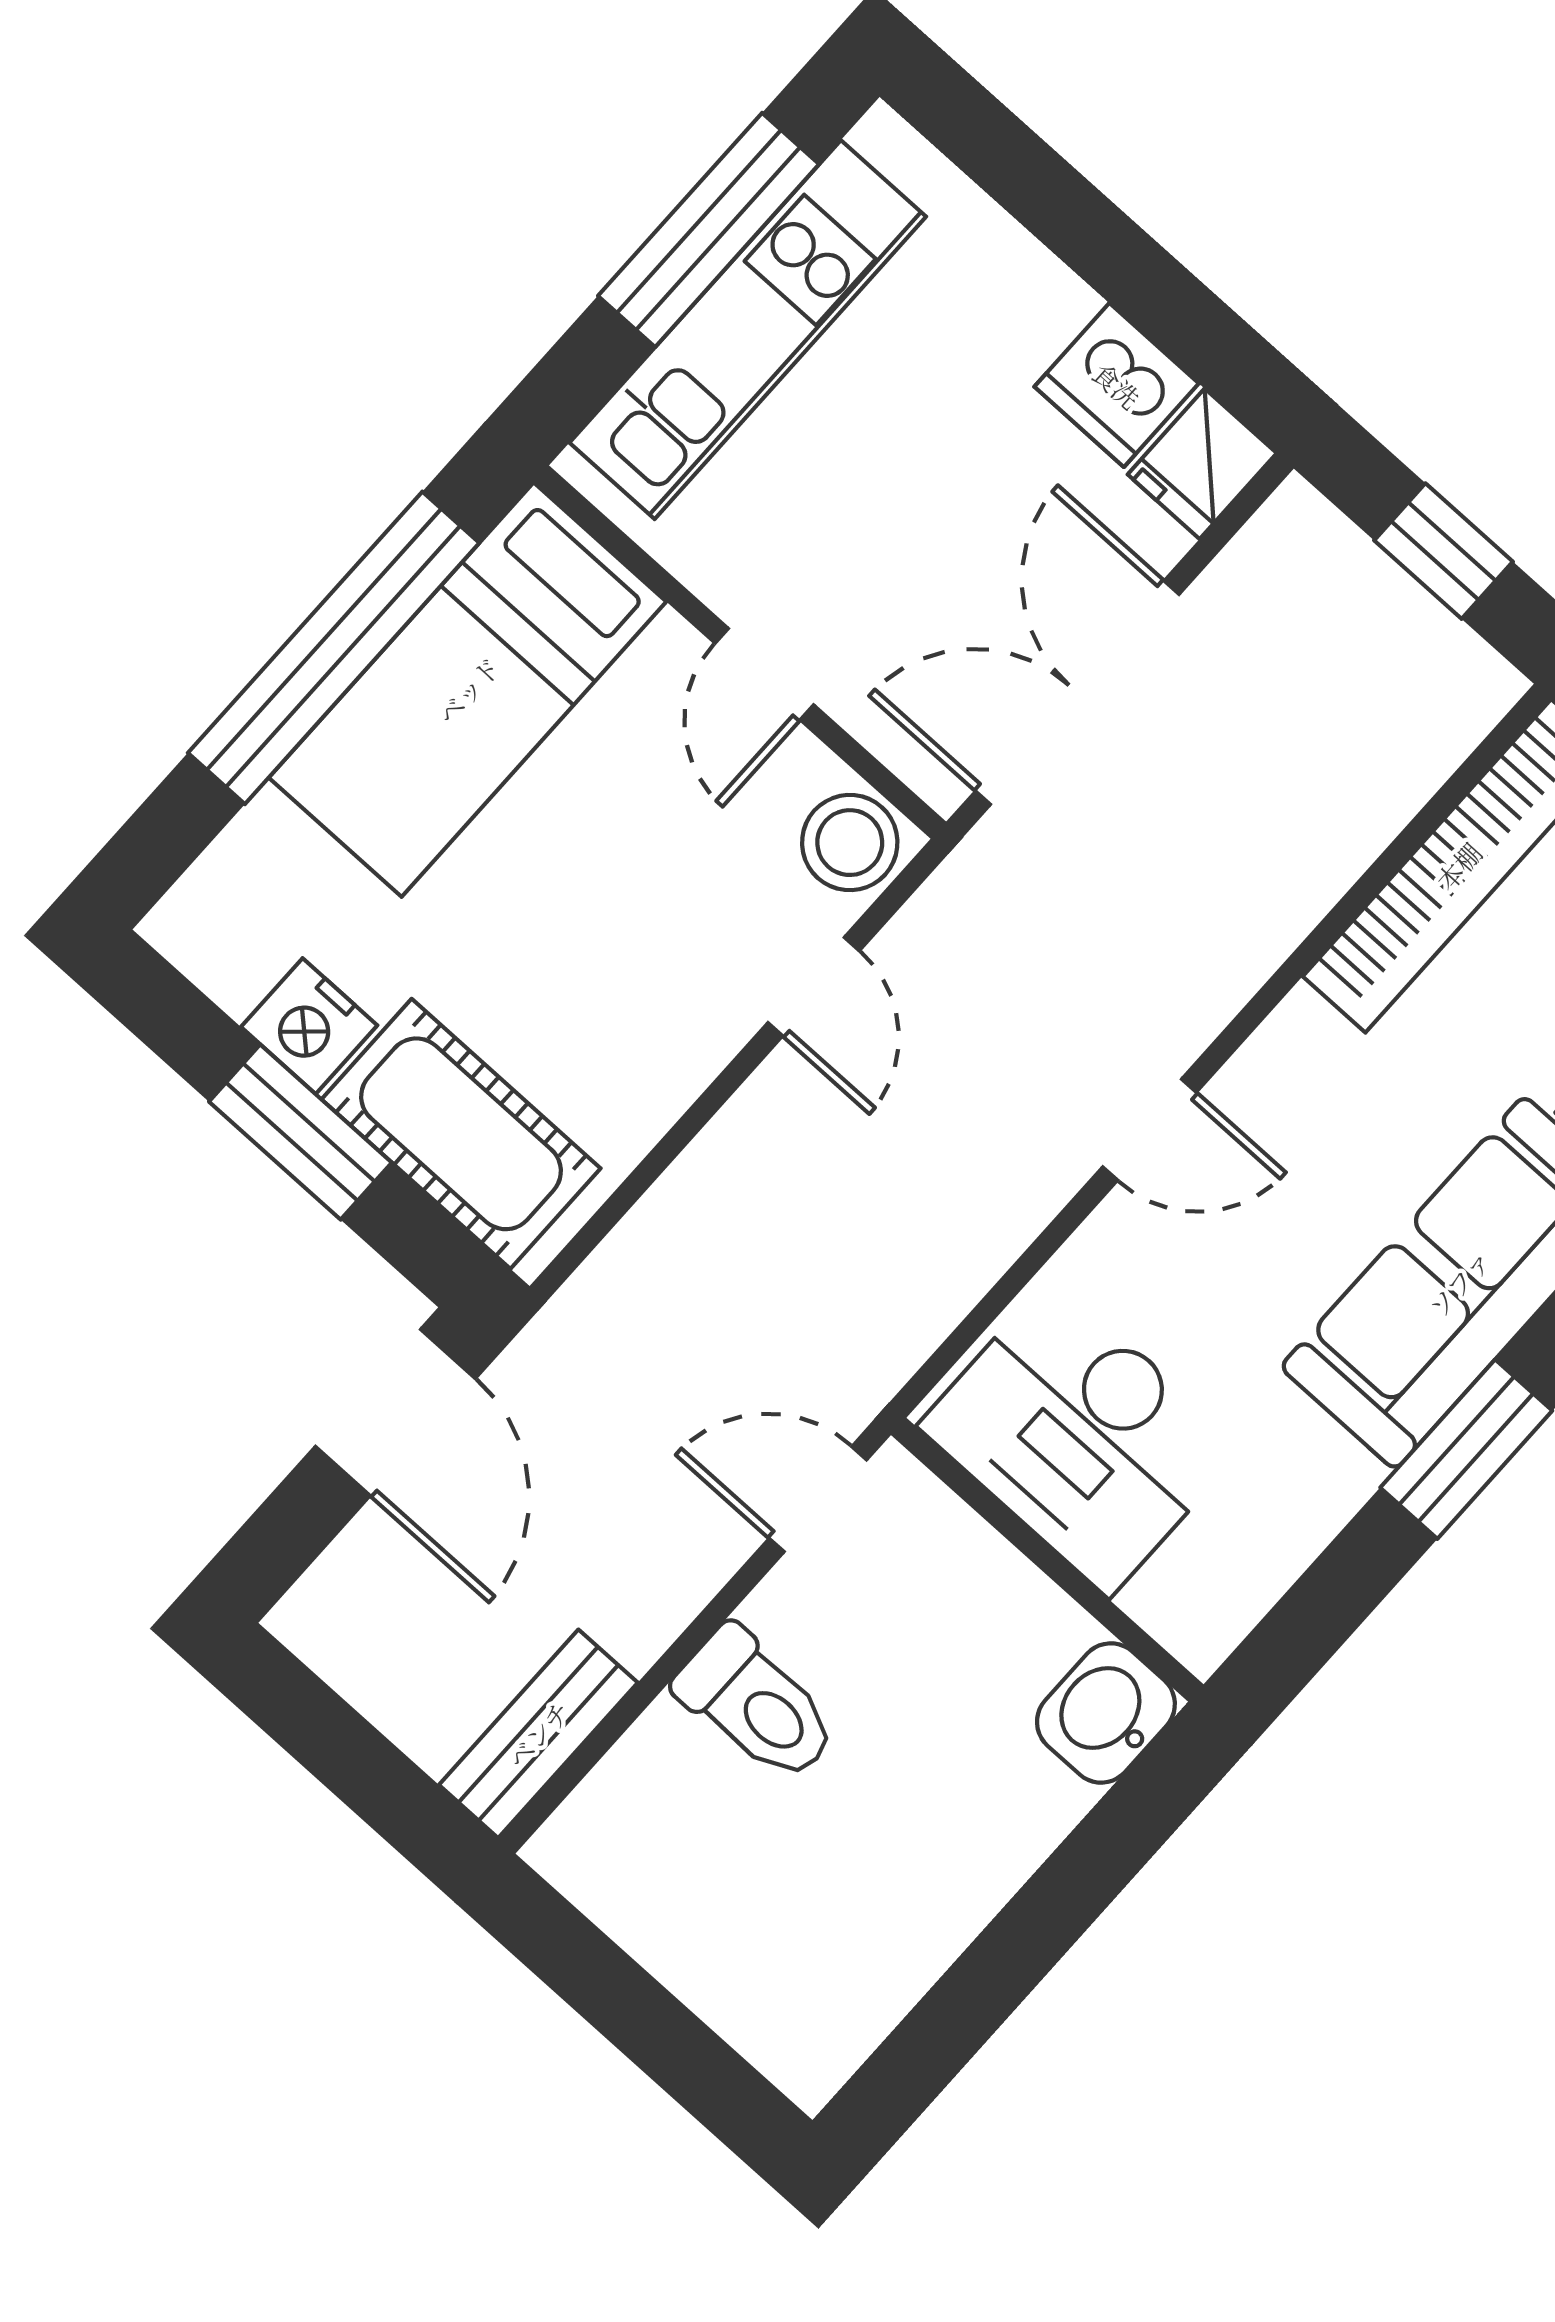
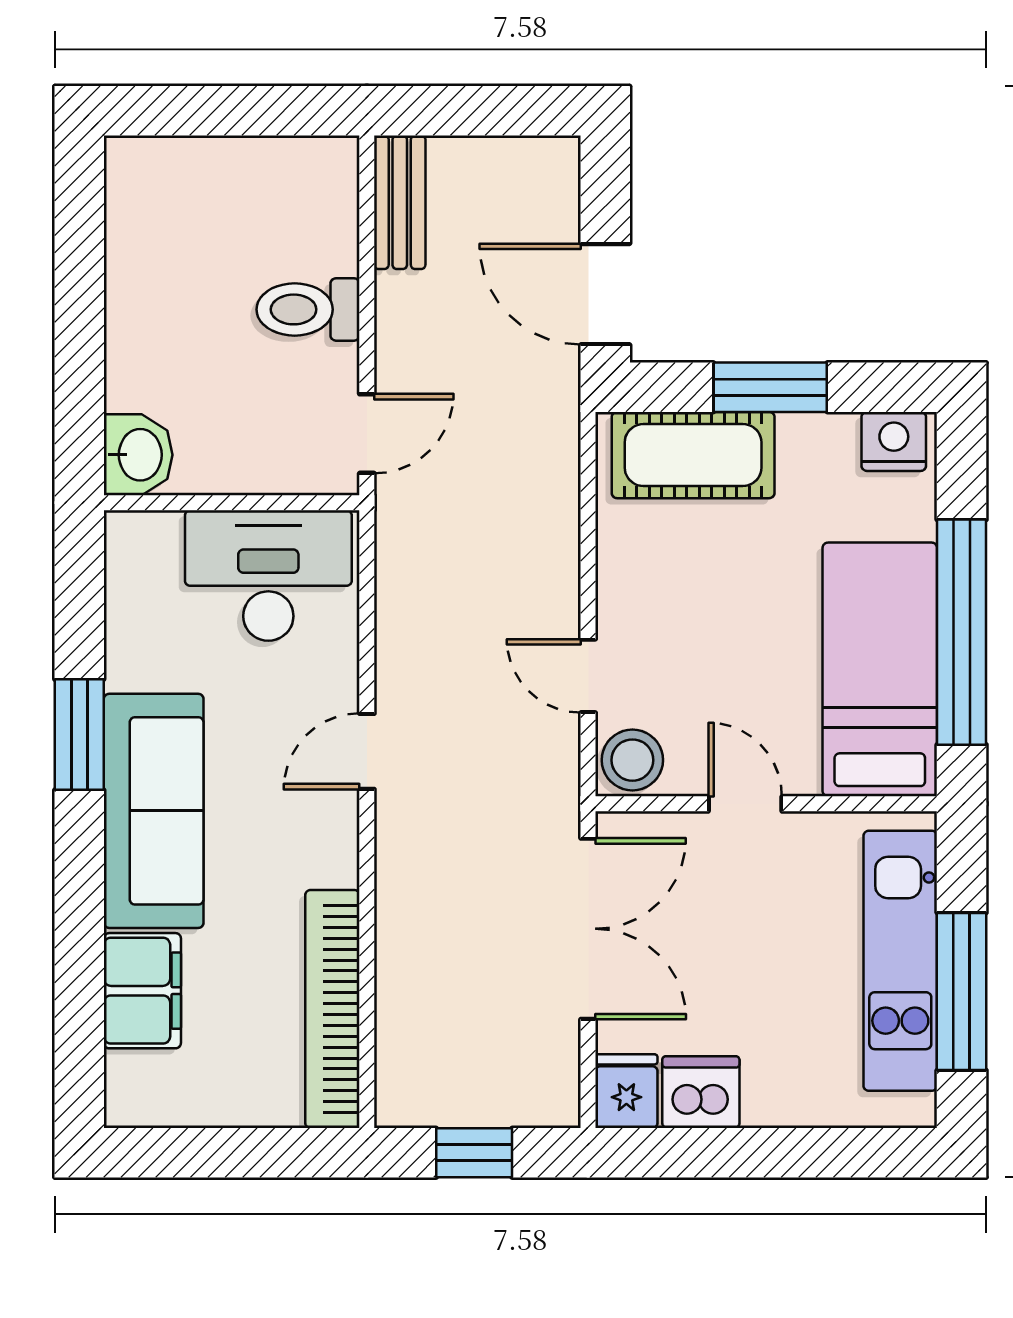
nightstand: (309, 1026) -> (894, 441), moved

